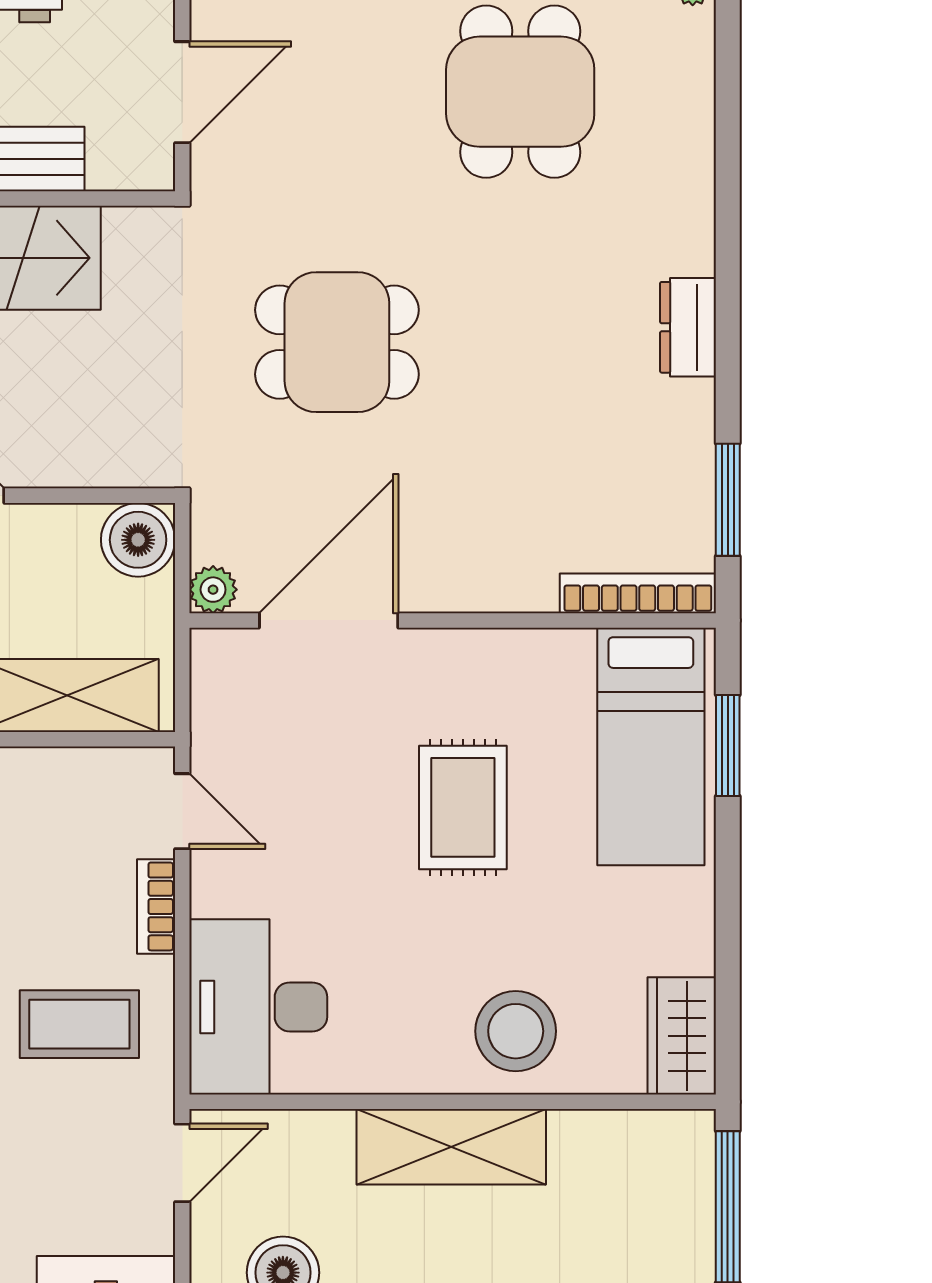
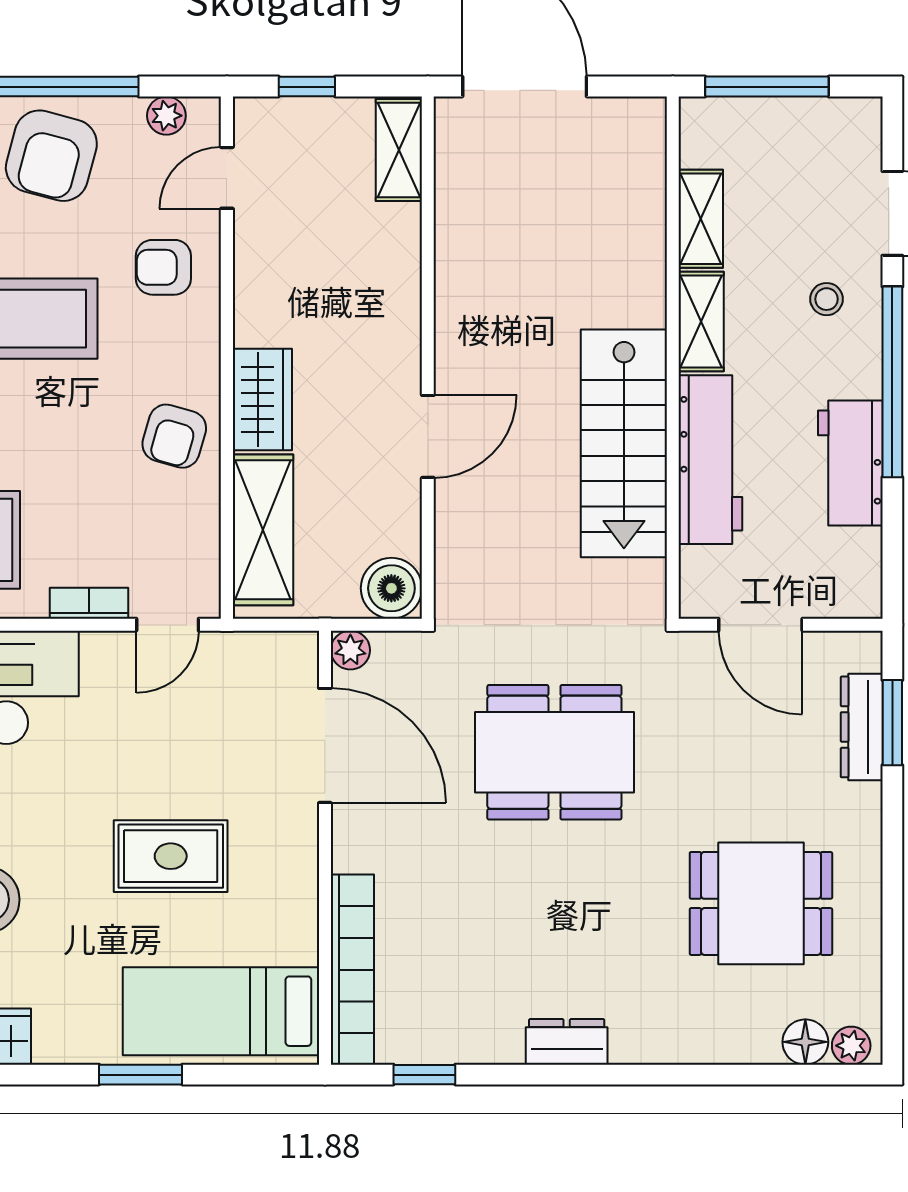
floor lamp: (688, 38) -> (805, 1042), added
dining table: (337, 342) -> (554, 752), width x1.38
window: (728, 500) -> (424, 1075), width x0.67
bookcase: (638, 593) -> (352, 970), width x1.48, depth x1.31
window: (728, 746) -> (141, 1075), moved

